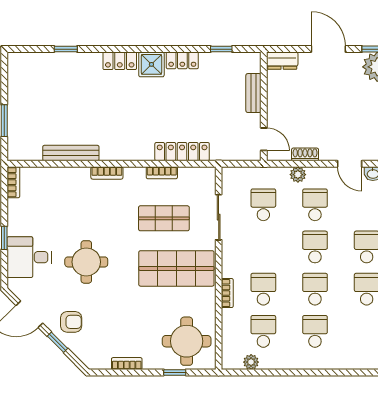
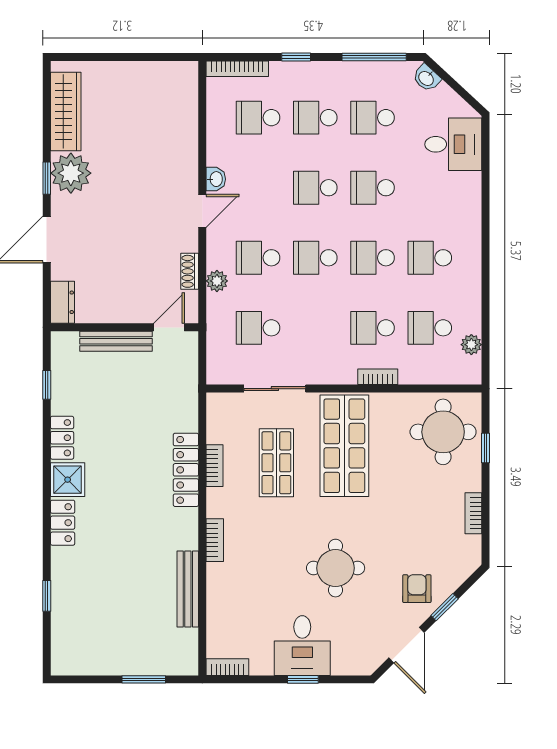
bench: (253, 93) -> (116, 341), width x1.36
locker: (182, 152) -> (186, 470), moved
desk: (29, 257) -> (302, 646), moved

